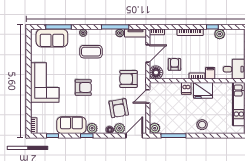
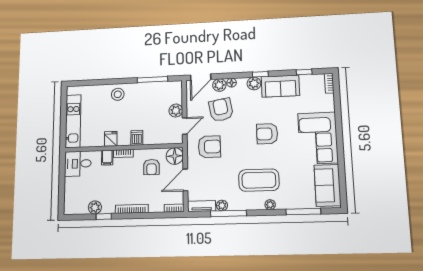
sofa: (52, 38) -> (327, 185), moved, turned -90
coffee table: (91, 52) -> (259, 180), width x1.36, depth x1.32
fridge: (203, 90) -> (111, 139), width x0.53, depth x0.75
plant: (155, 128) -> (176, 111), moved

